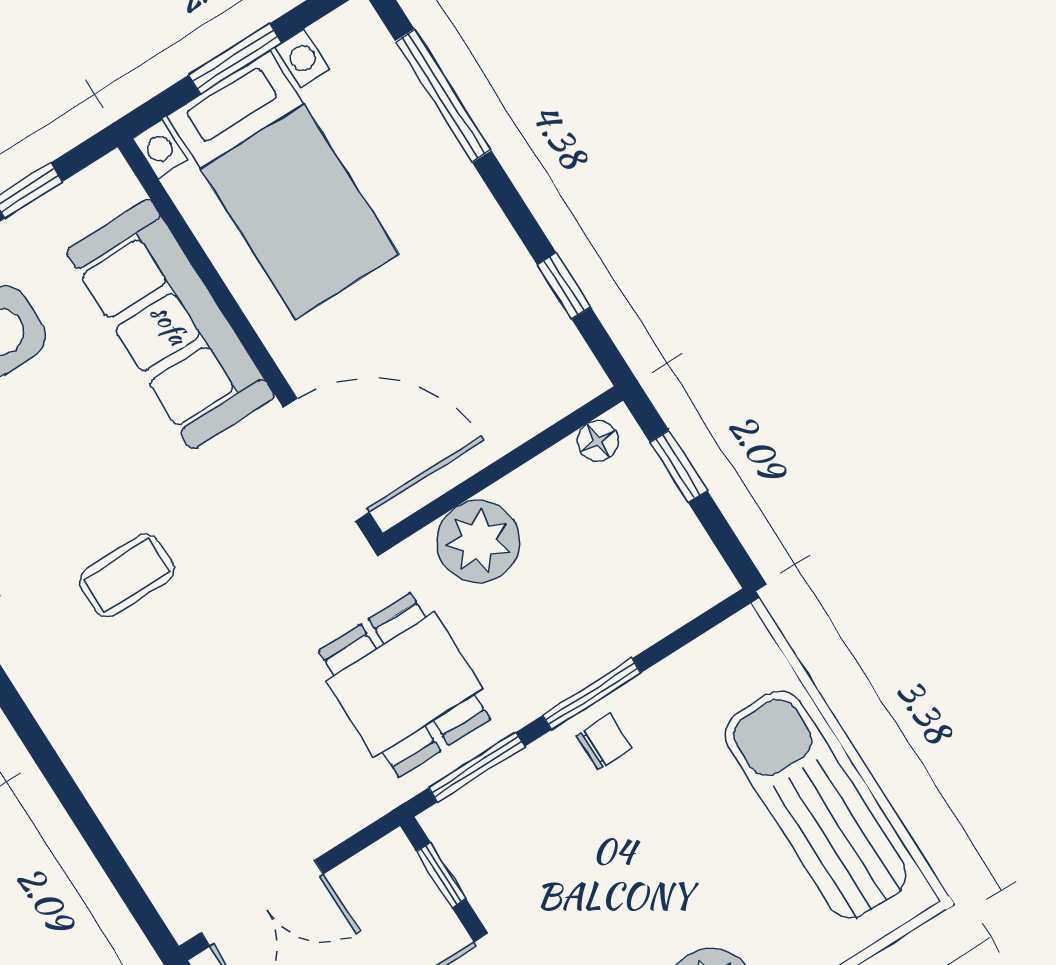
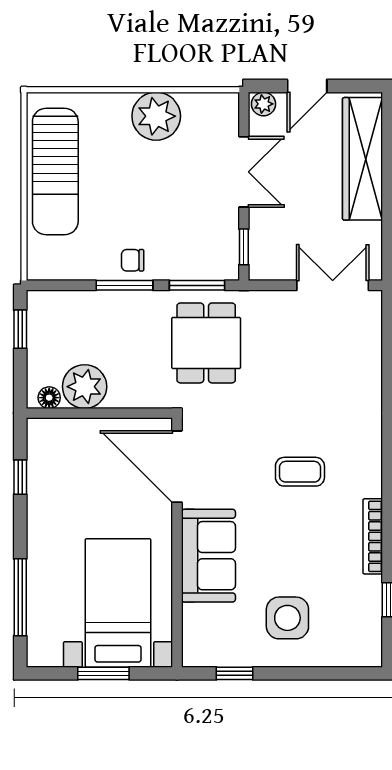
sofa: (170, 324) -> (208, 556), width x0.73
window: (678, 466) -> (20, 329), moved
plant: (478, 541) -> (85, 387), moved

